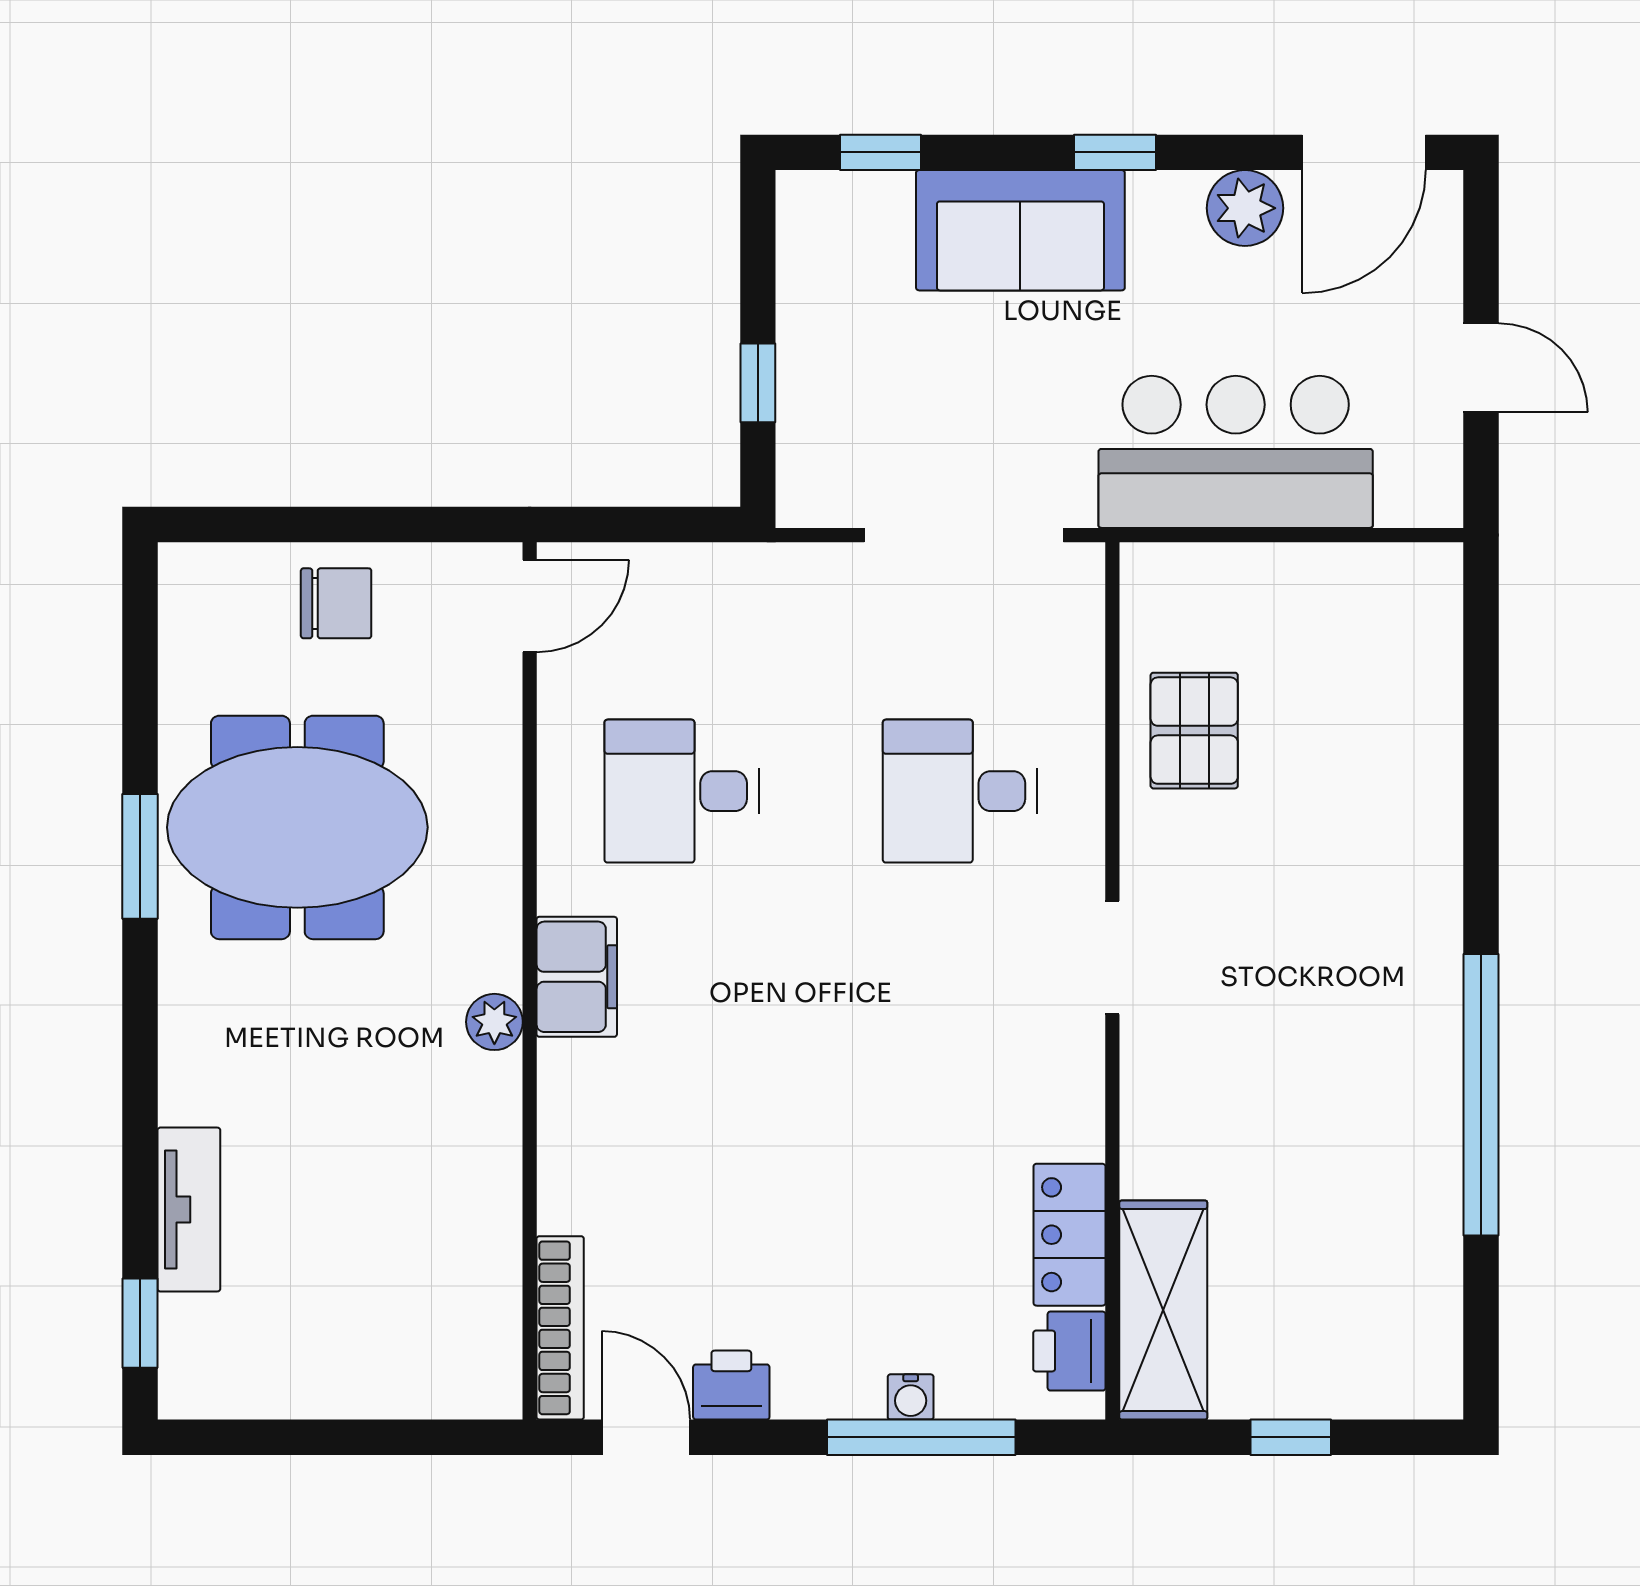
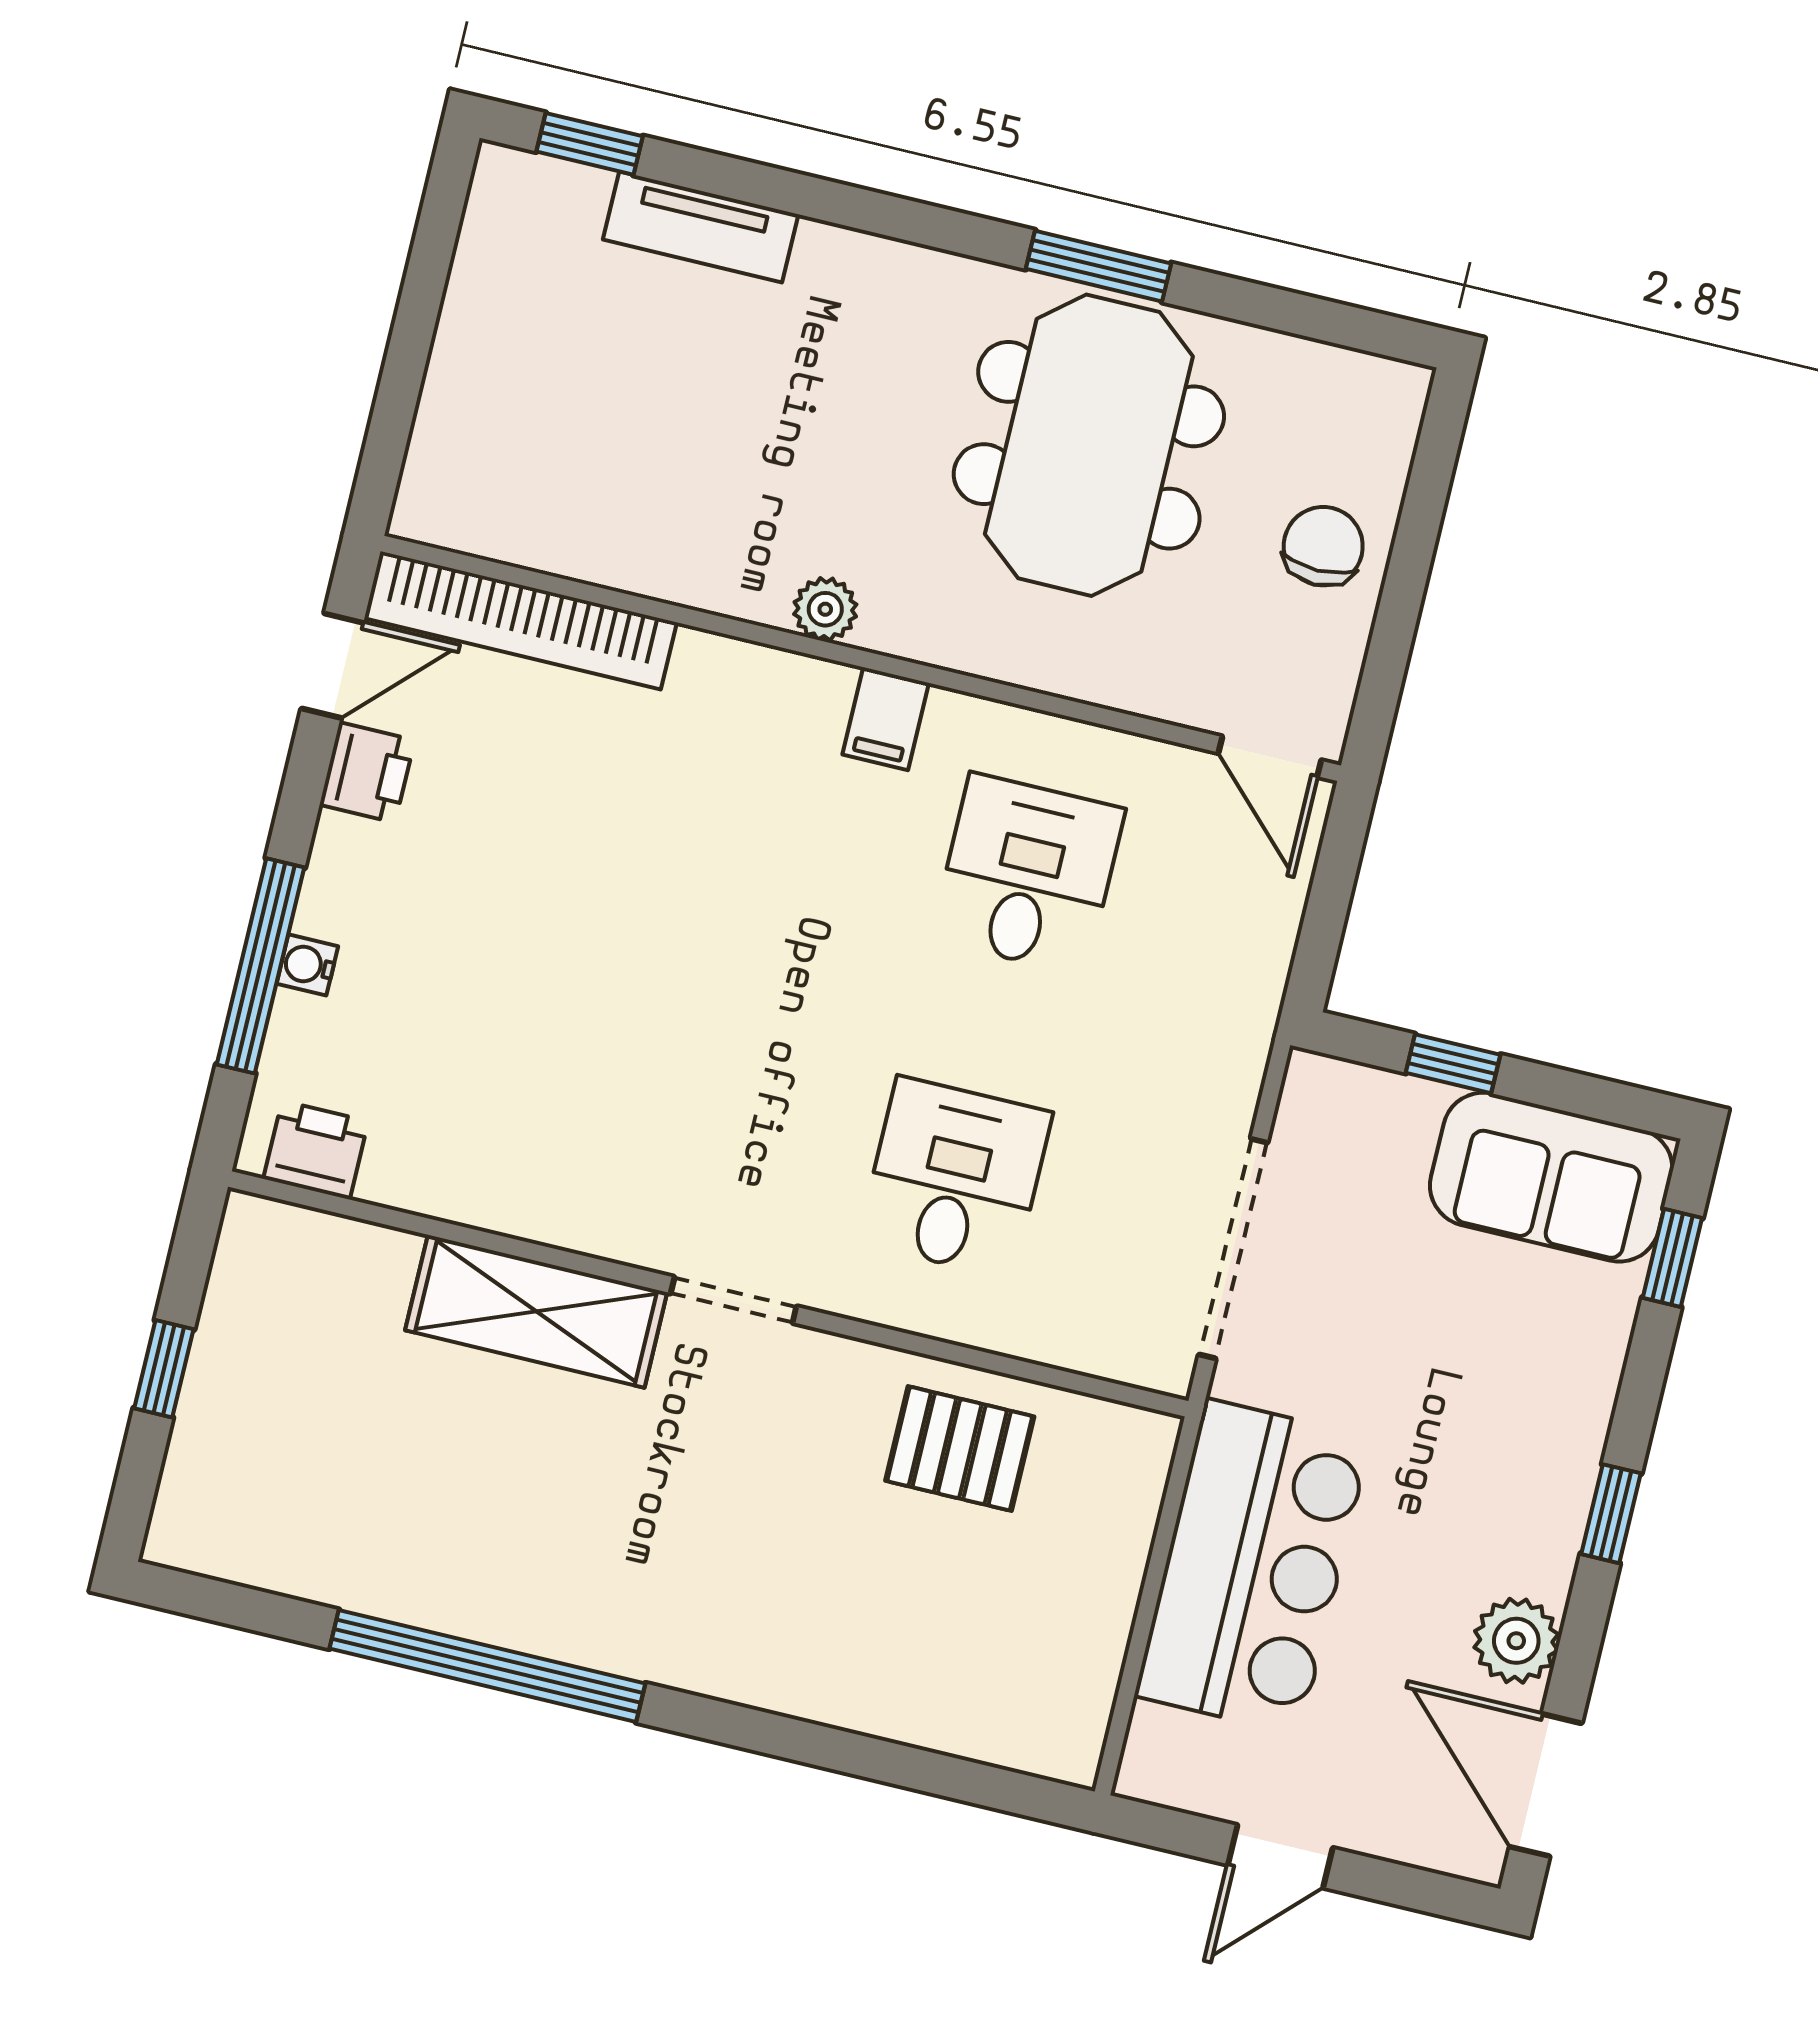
sofa: (1020, 230) -> (1551, 1177), moved, turned -90
chair: (336, 603) -> (1323, 546), turned 180
filing cabinet: (577, 977) -> (886, 719), width x0.50
locker: (1070, 1235) -> (443, 1181), removed
shelving: (1163, 1310) -> (536, 1311), moved
bookcase: (560, 1328) -> (521, 620), width x1.48, depth x1.31

